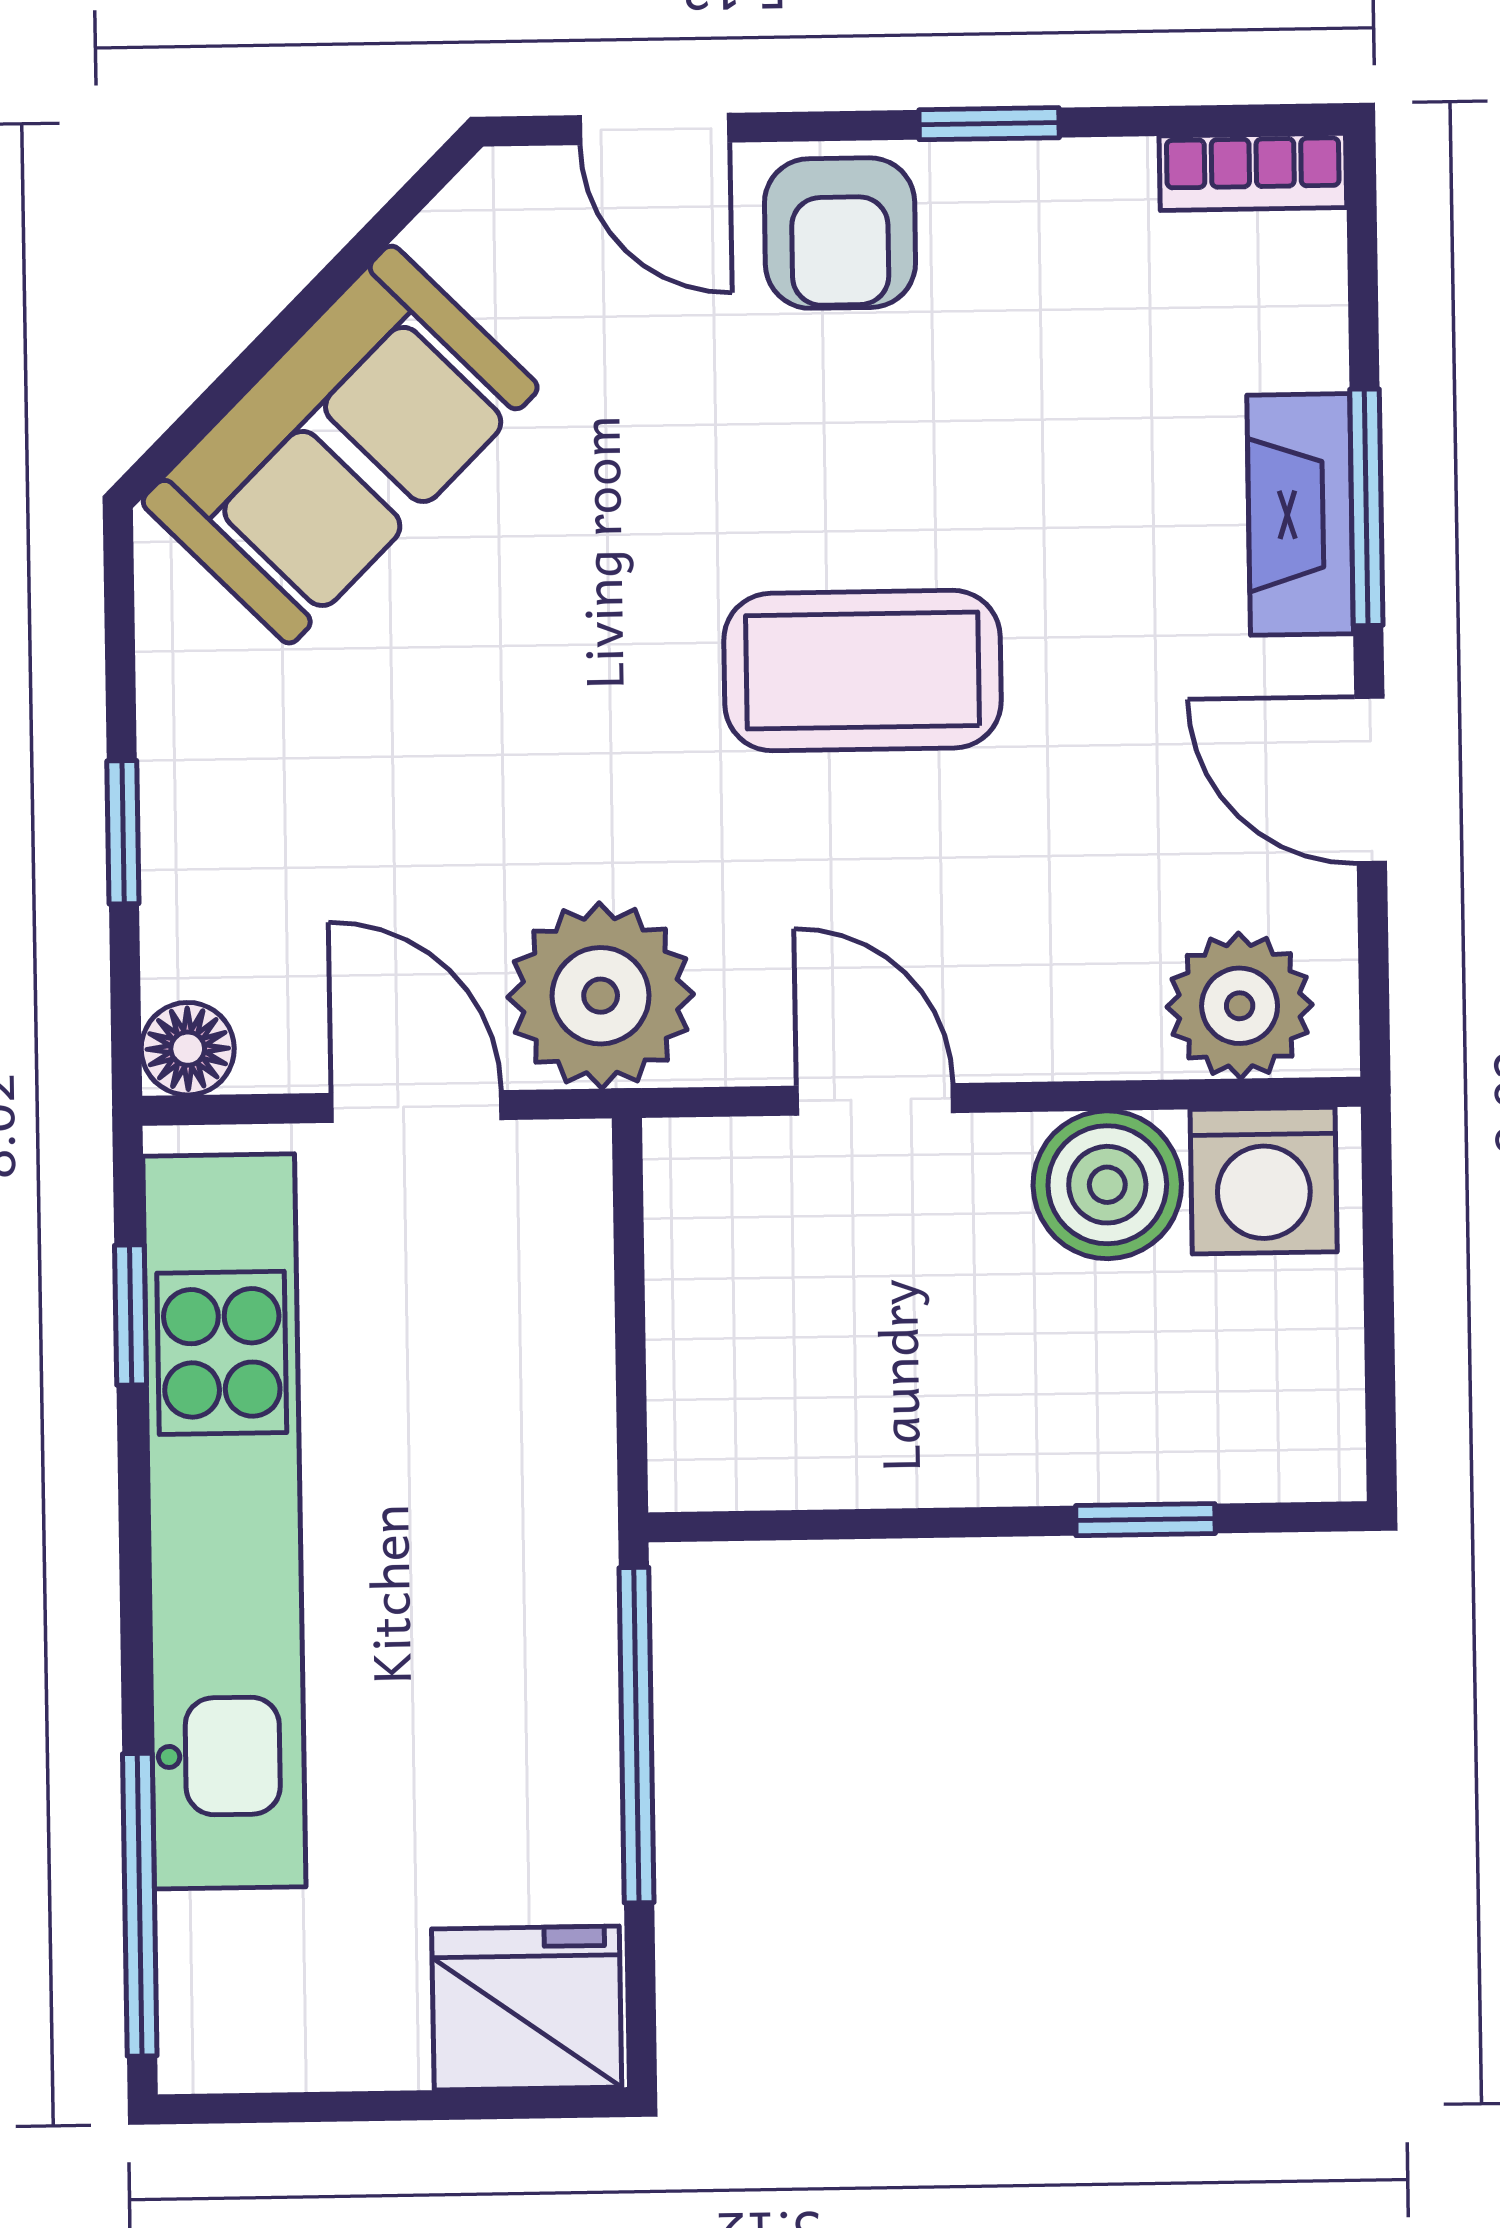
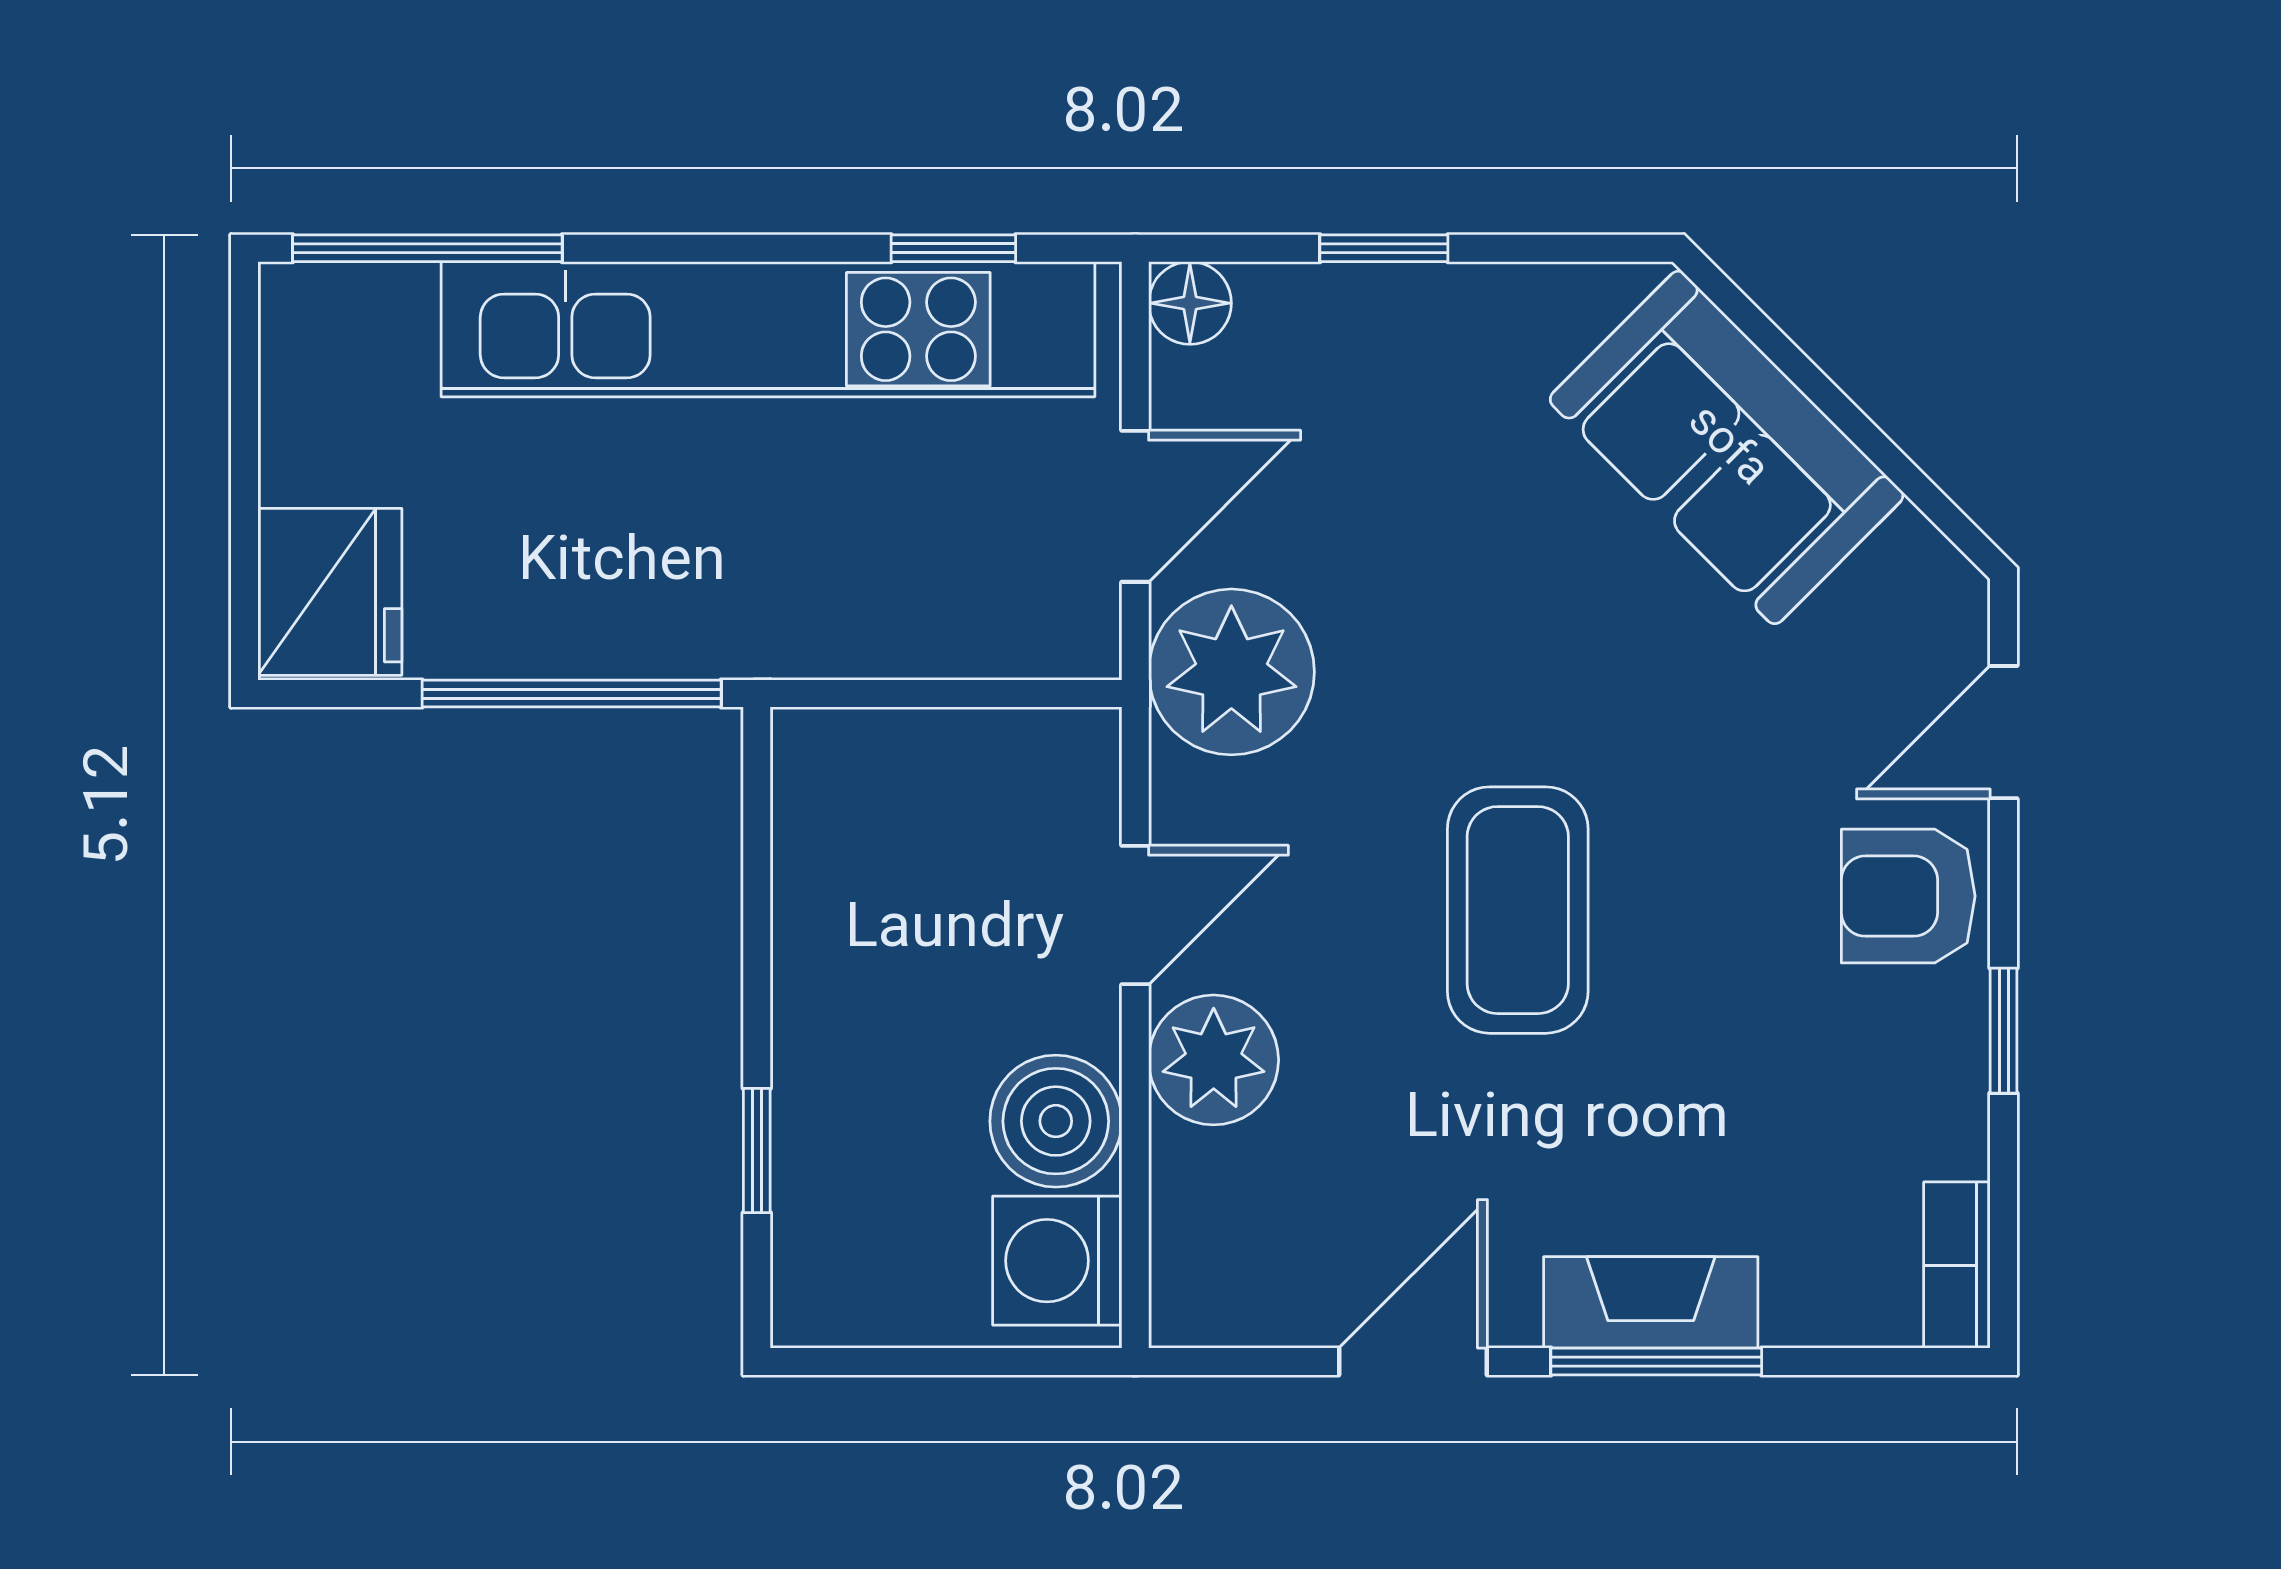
plant: (1240, 1006) -> (1214, 1060), moved

